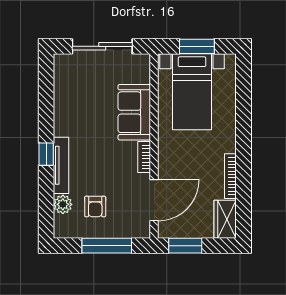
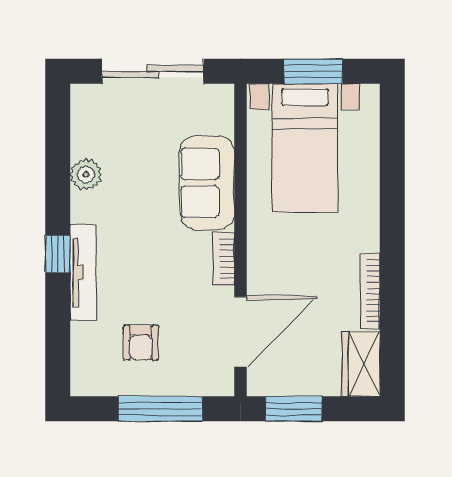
plant: (63, 204) -> (86, 175), moved

